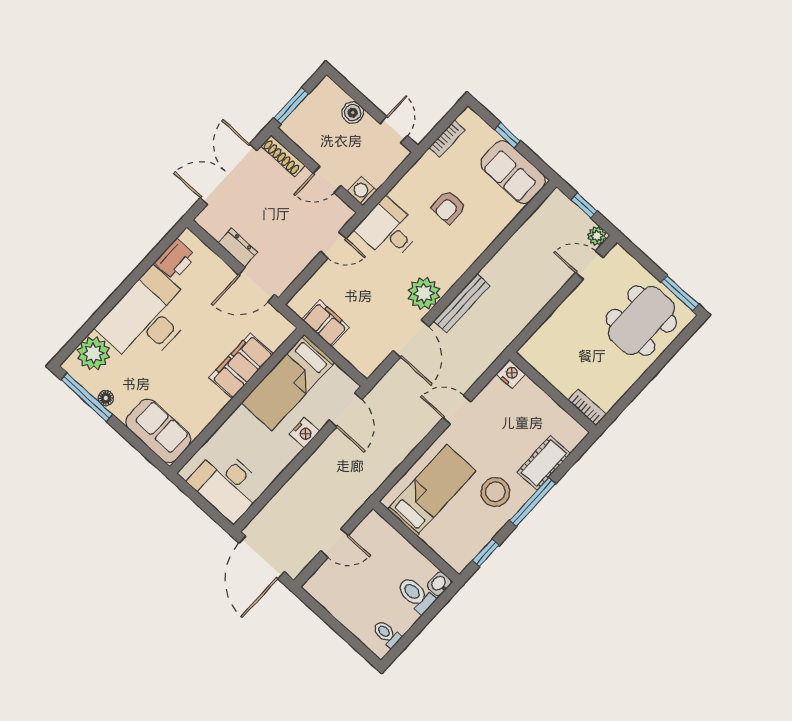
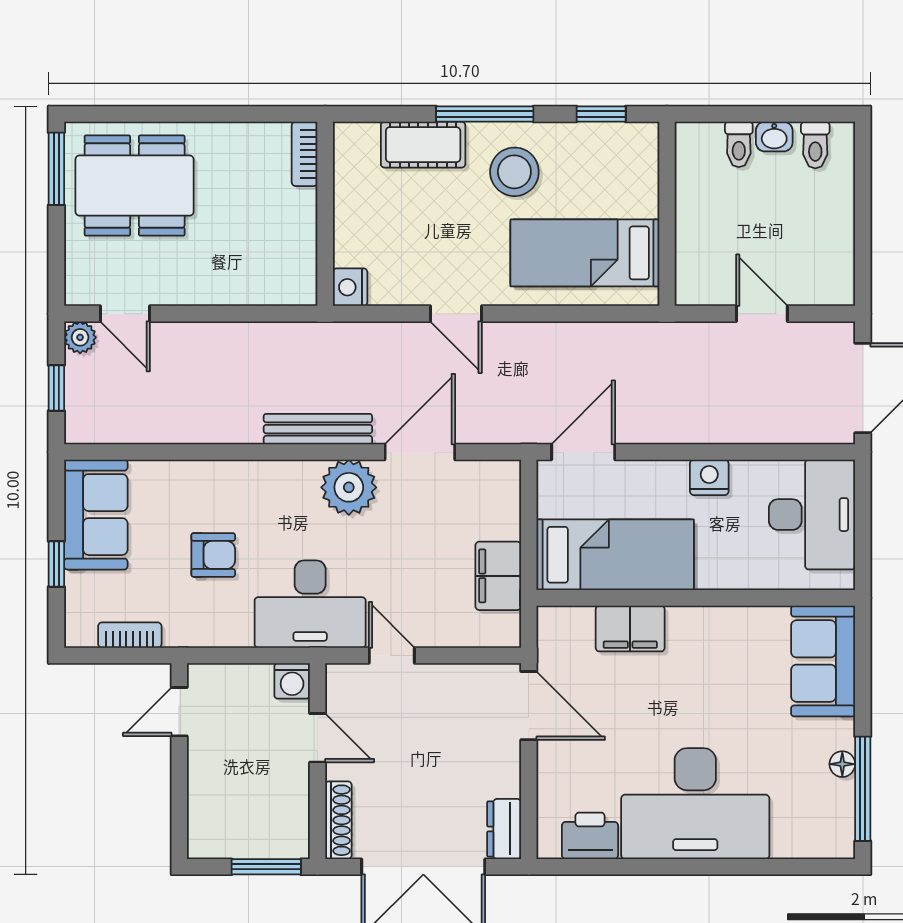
boiler: (353, 113) -> (205, 782), removed
desk: (388, 230) -> (310, 604), width x1.37
dresser: (238, 248) -> (504, 829), moved
plant: (93, 353) -> (801, 831), removed
filing cabinet: (241, 366) -> (630, 629), width x0.67, depth x0.86
nightstand: (304, 433) -> (709, 477), moved
washbasin: (439, 584) -> (774, 137), moved
toilet: (416, 595) -> (739, 144), width x0.73, depth x0.72

